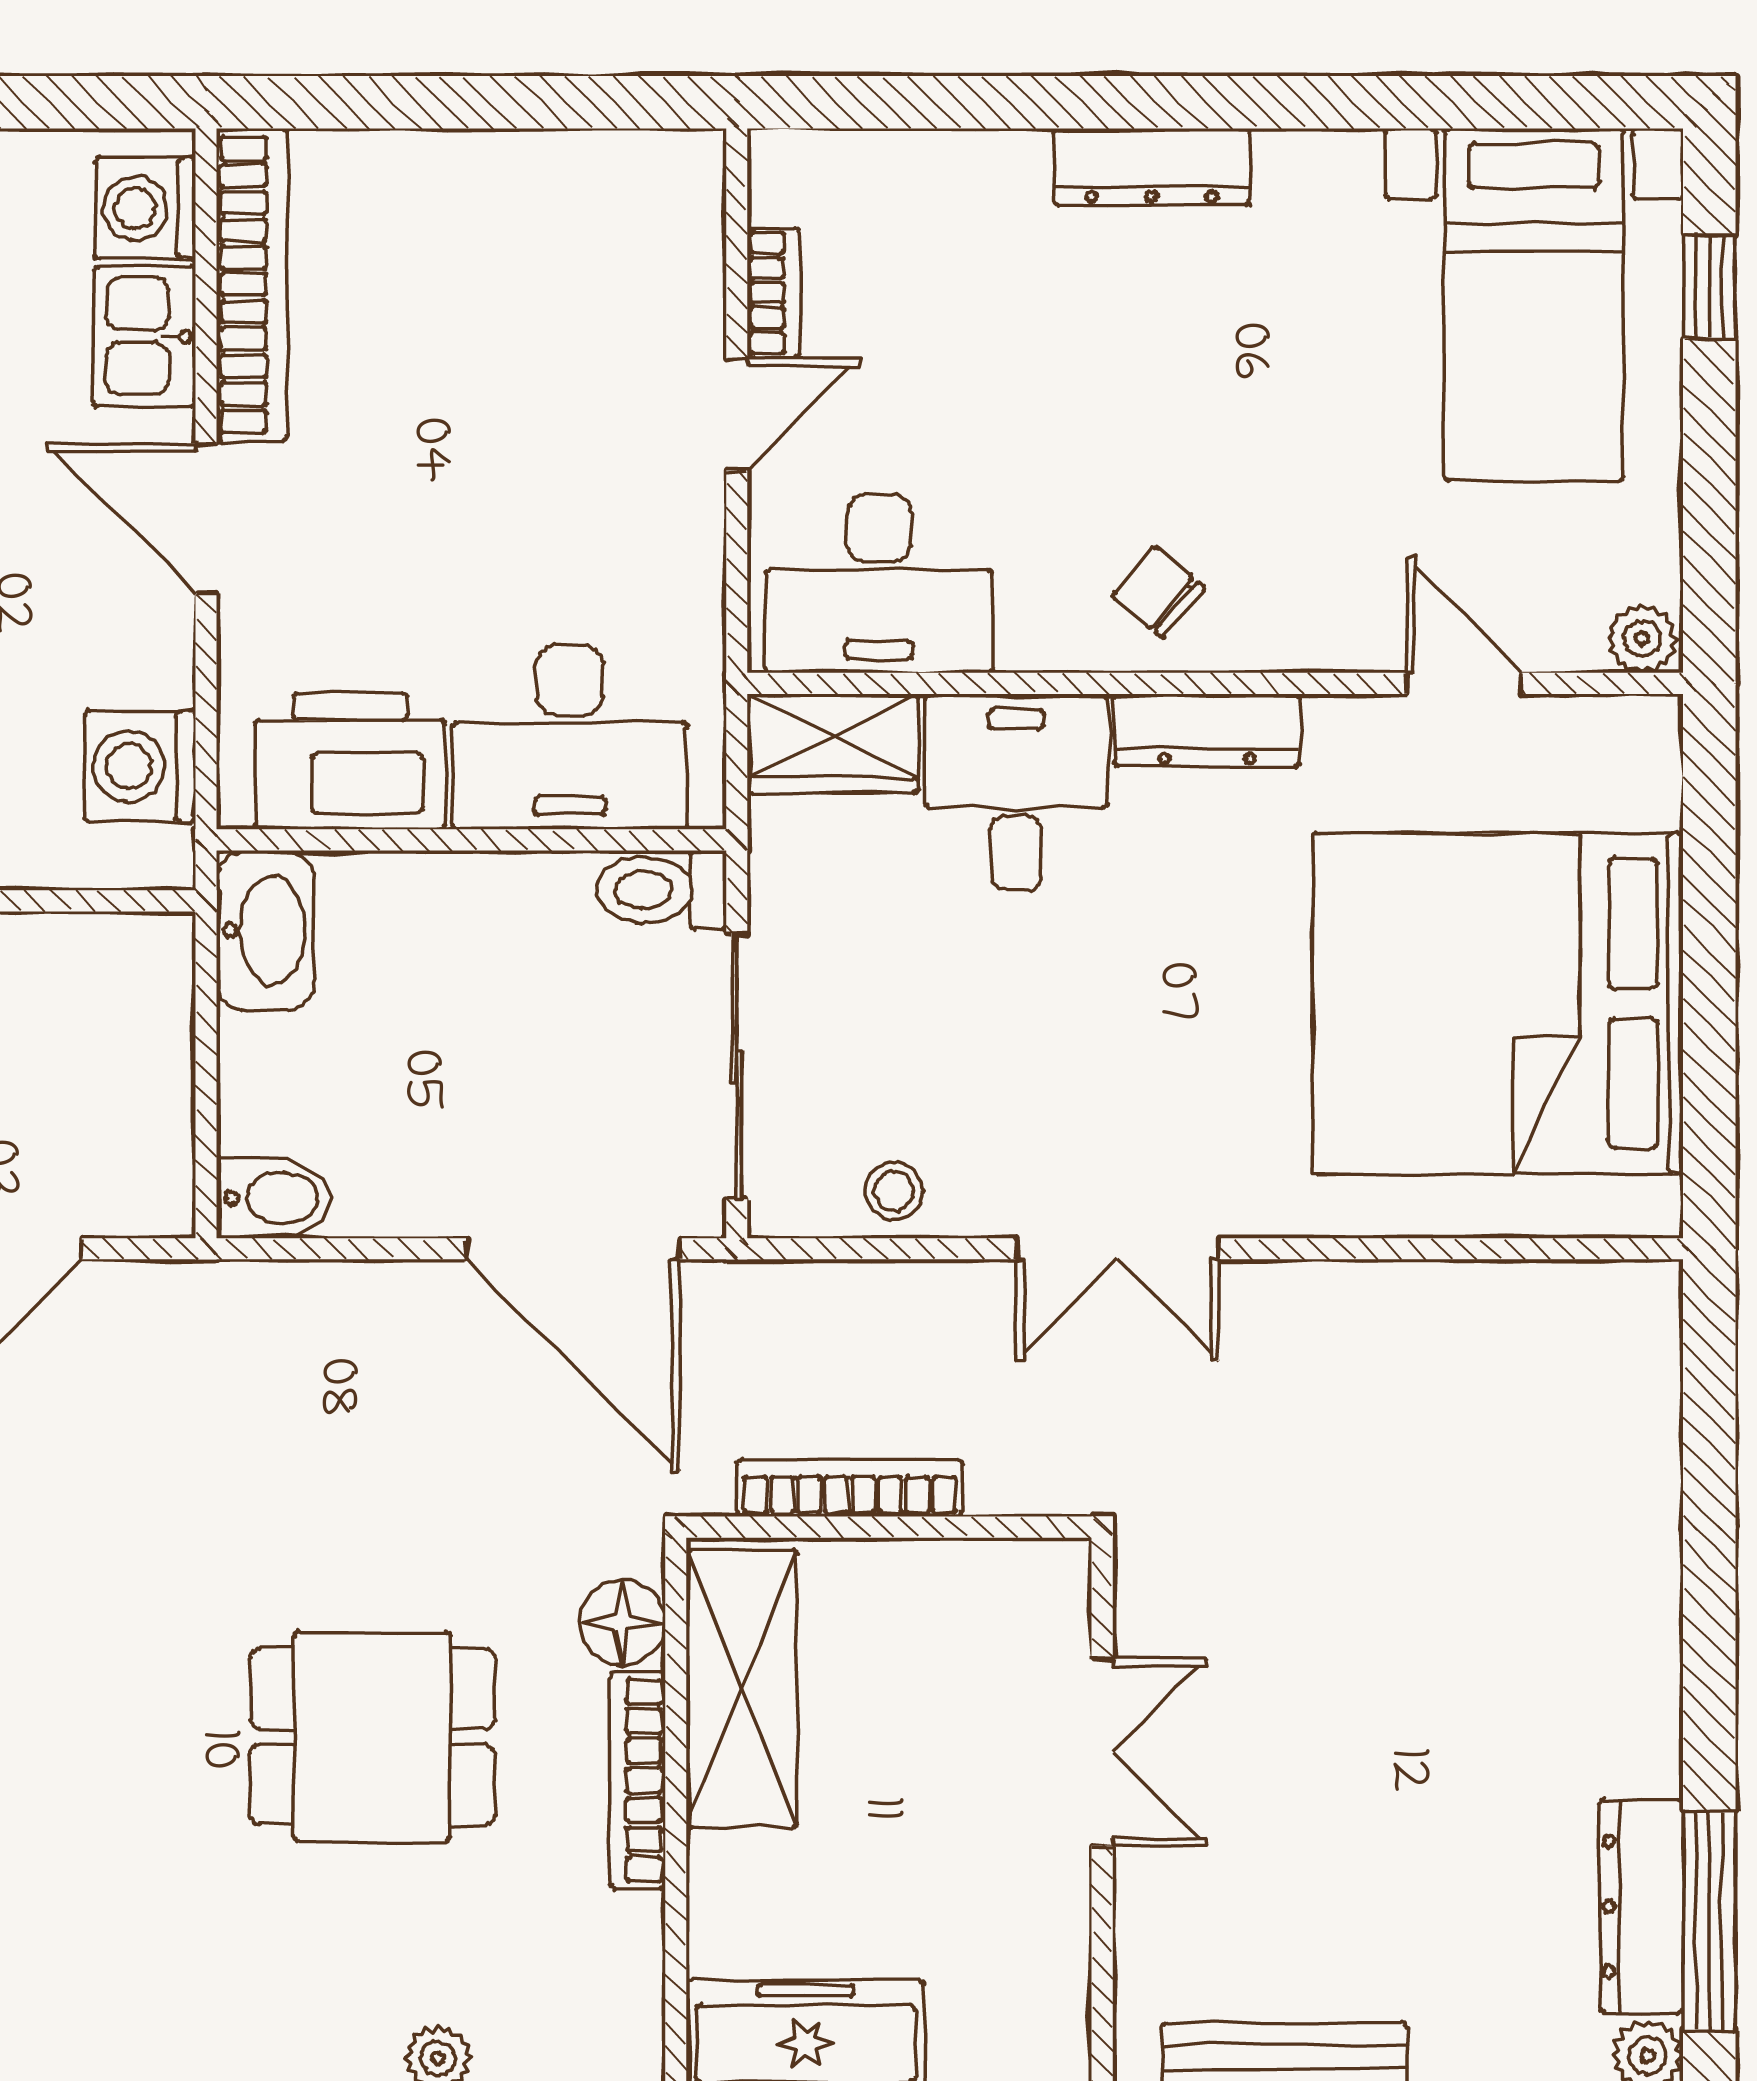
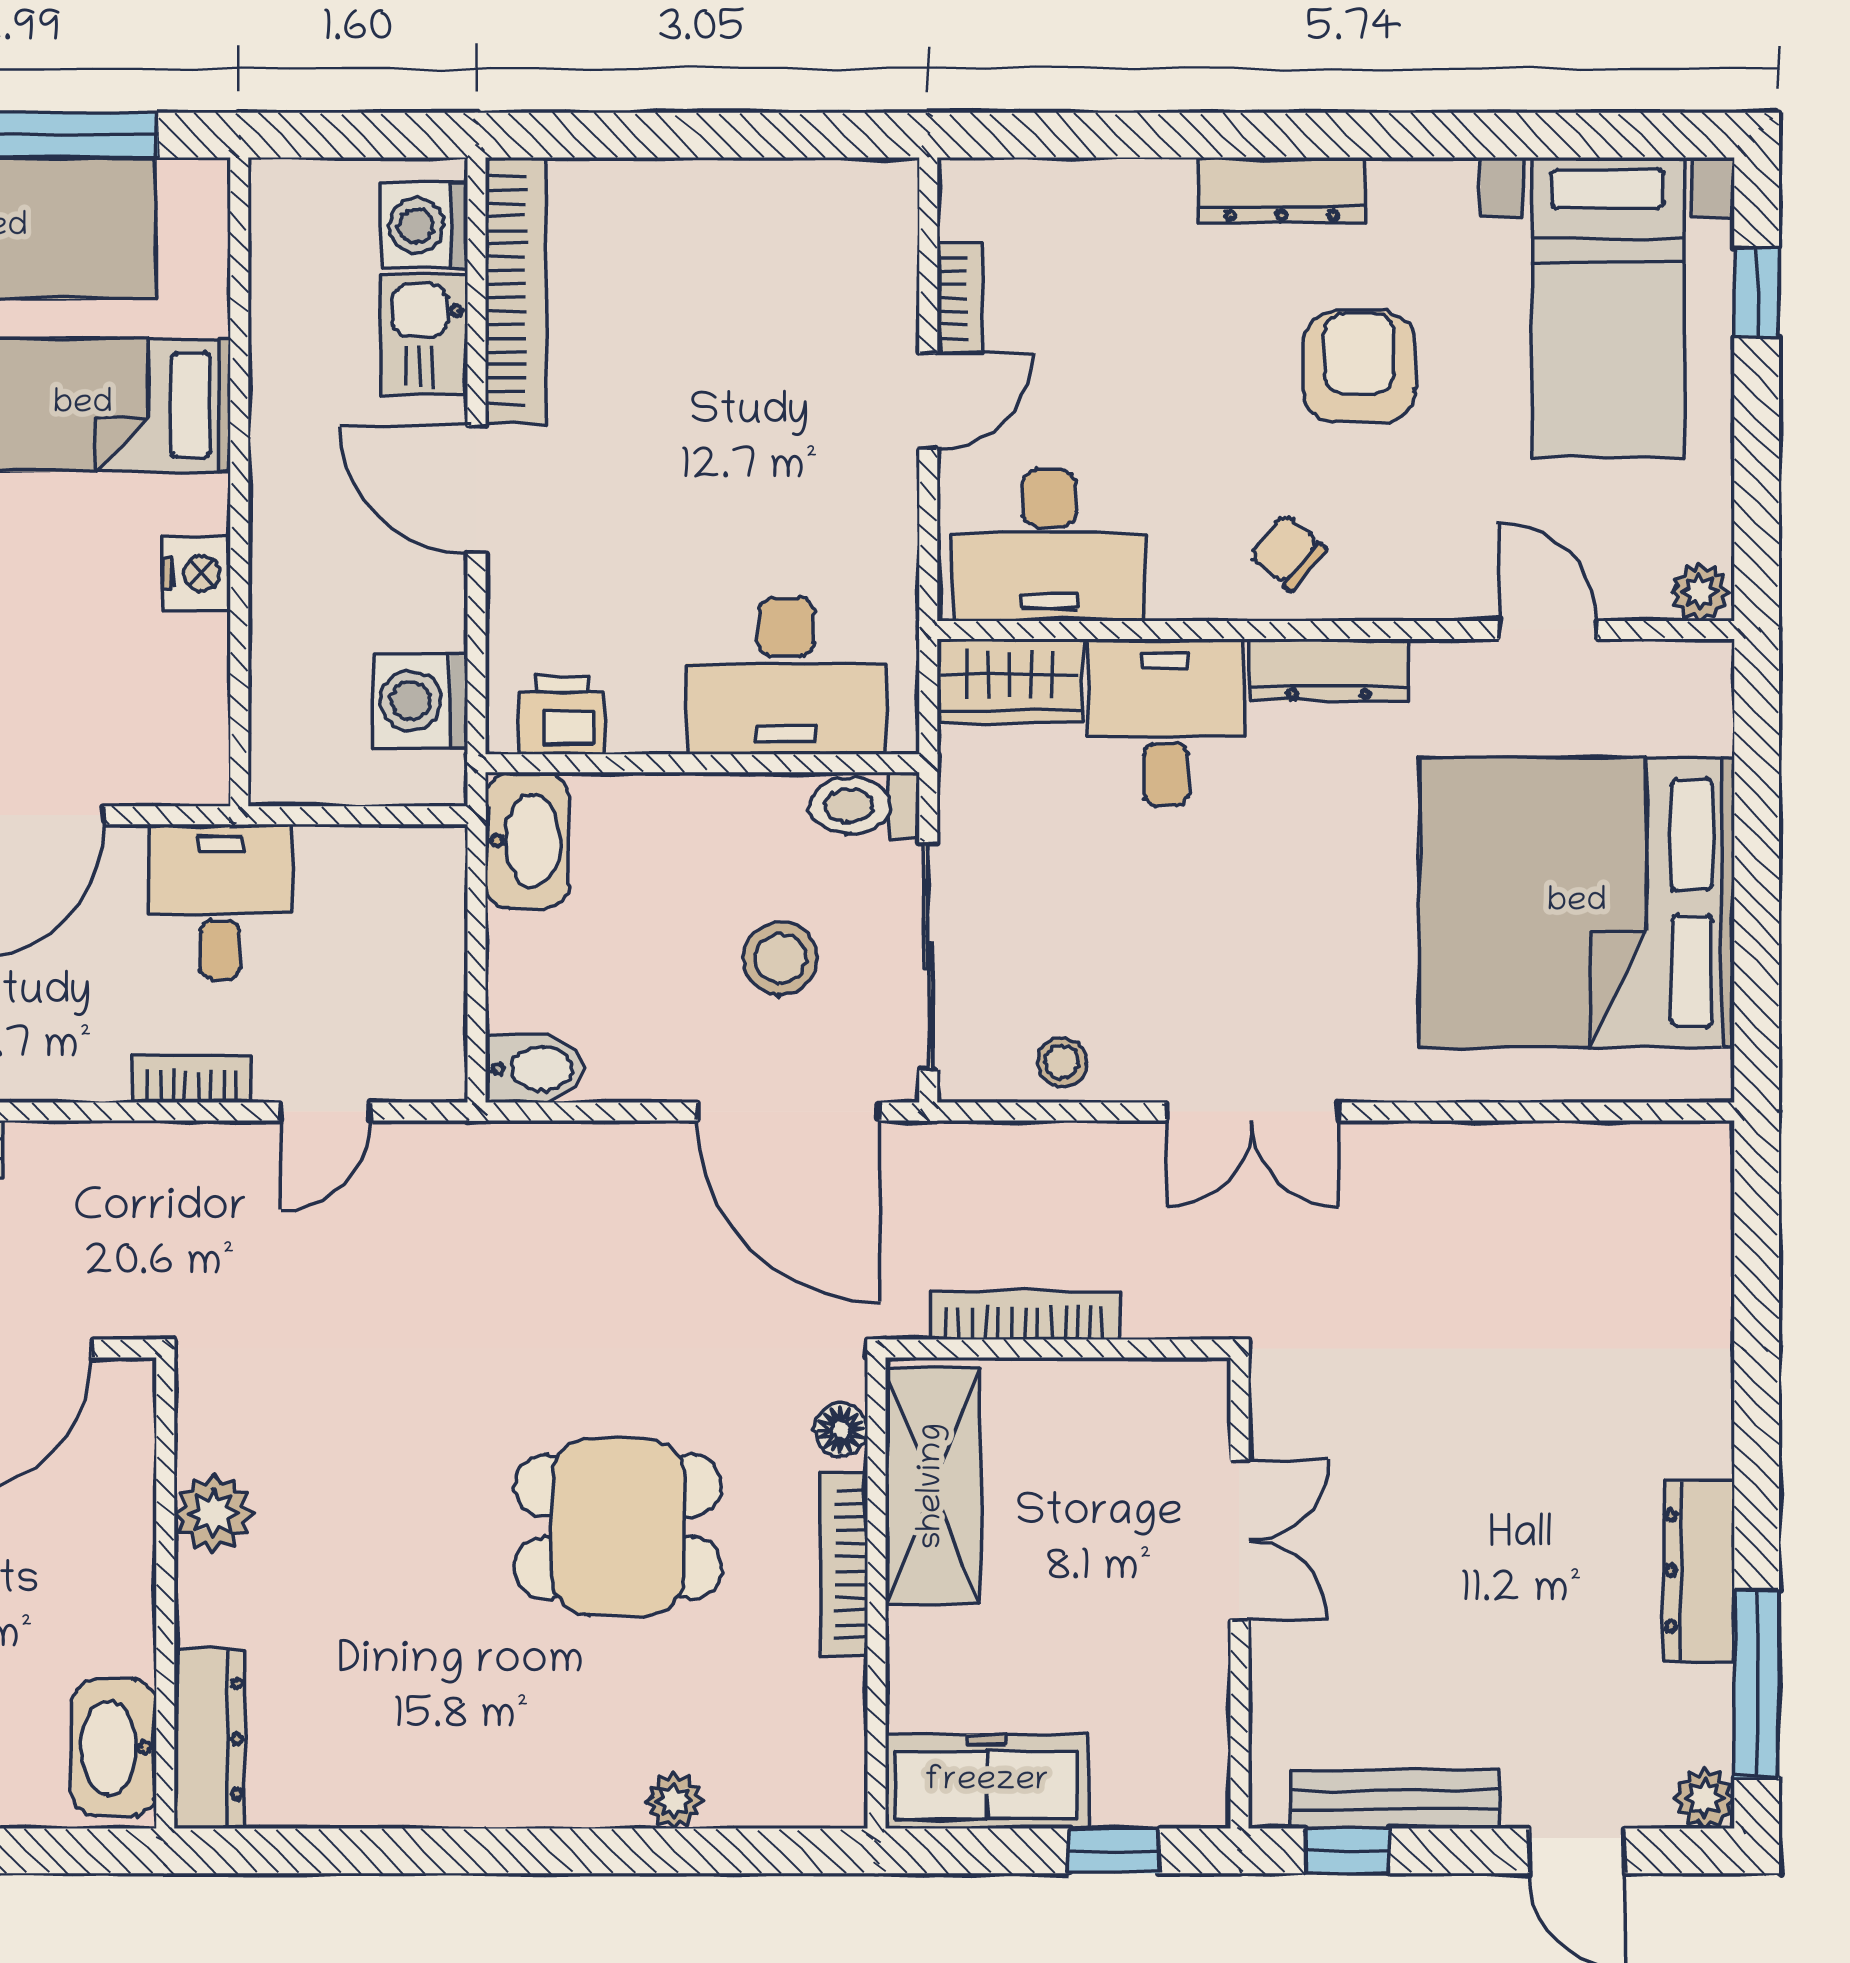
armchair: (1243, 374) -> (1359, 367), added
printer: (350, 761) -> (561, 715), width x0.53, depth x0.68
stool: (563, 1069) -> (780, 958), added
floor lamp: (623, 1623) -> (841, 1430), width x0.73, depth x0.73
dresser: (1641, 1906) -> (1699, 1571), moved

